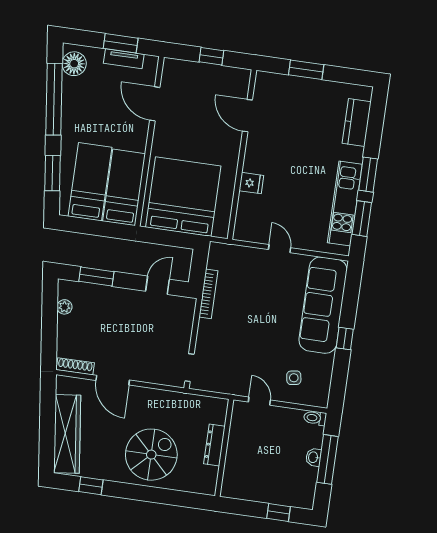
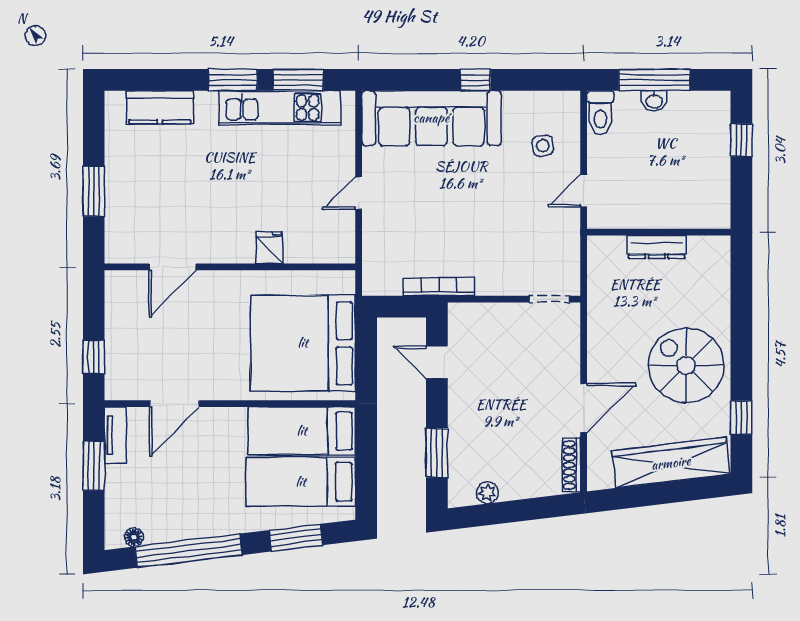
window: (211, 56) -> (94, 357), moved
tv unit: (124, 59) -> (115, 435), moved
floor lamp: (74, 64) -> (134, 537), width x0.53, depth x0.53
toilet: (315, 418) -> (600, 113), width x1.37, depth x1.39
spiral stairs: (151, 455) -> (686, 365), moved

